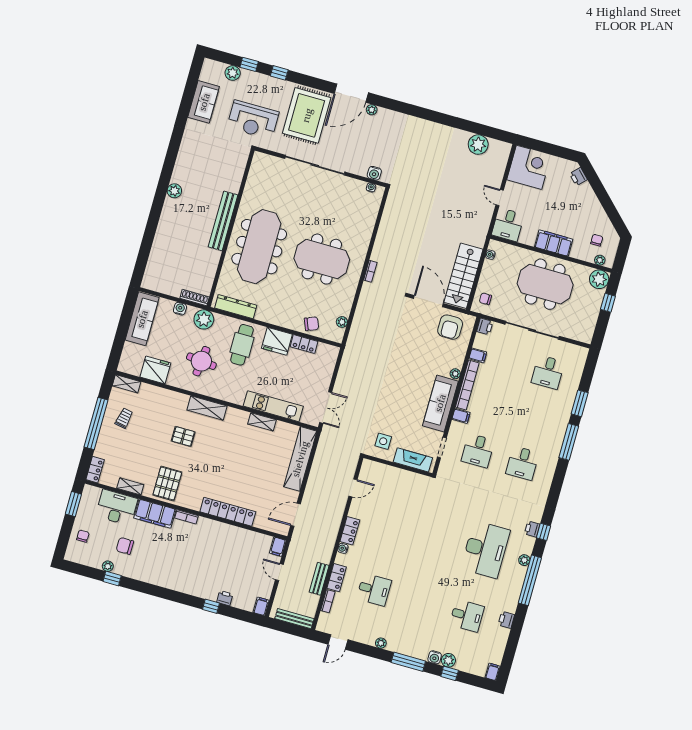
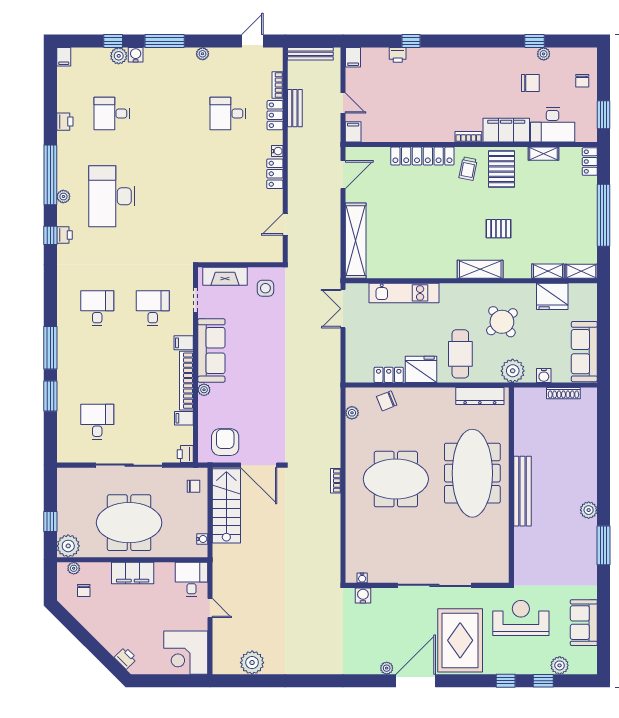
window: (170, 159) -> (604, 545), added
shoe rack: (195, 298) -> (563, 393), moved
round table: (201, 361) -> (502, 322), turned 45
trolley: (124, 418) -> (468, 169), moved
shelving: (262, 422) -> (548, 271), moved

